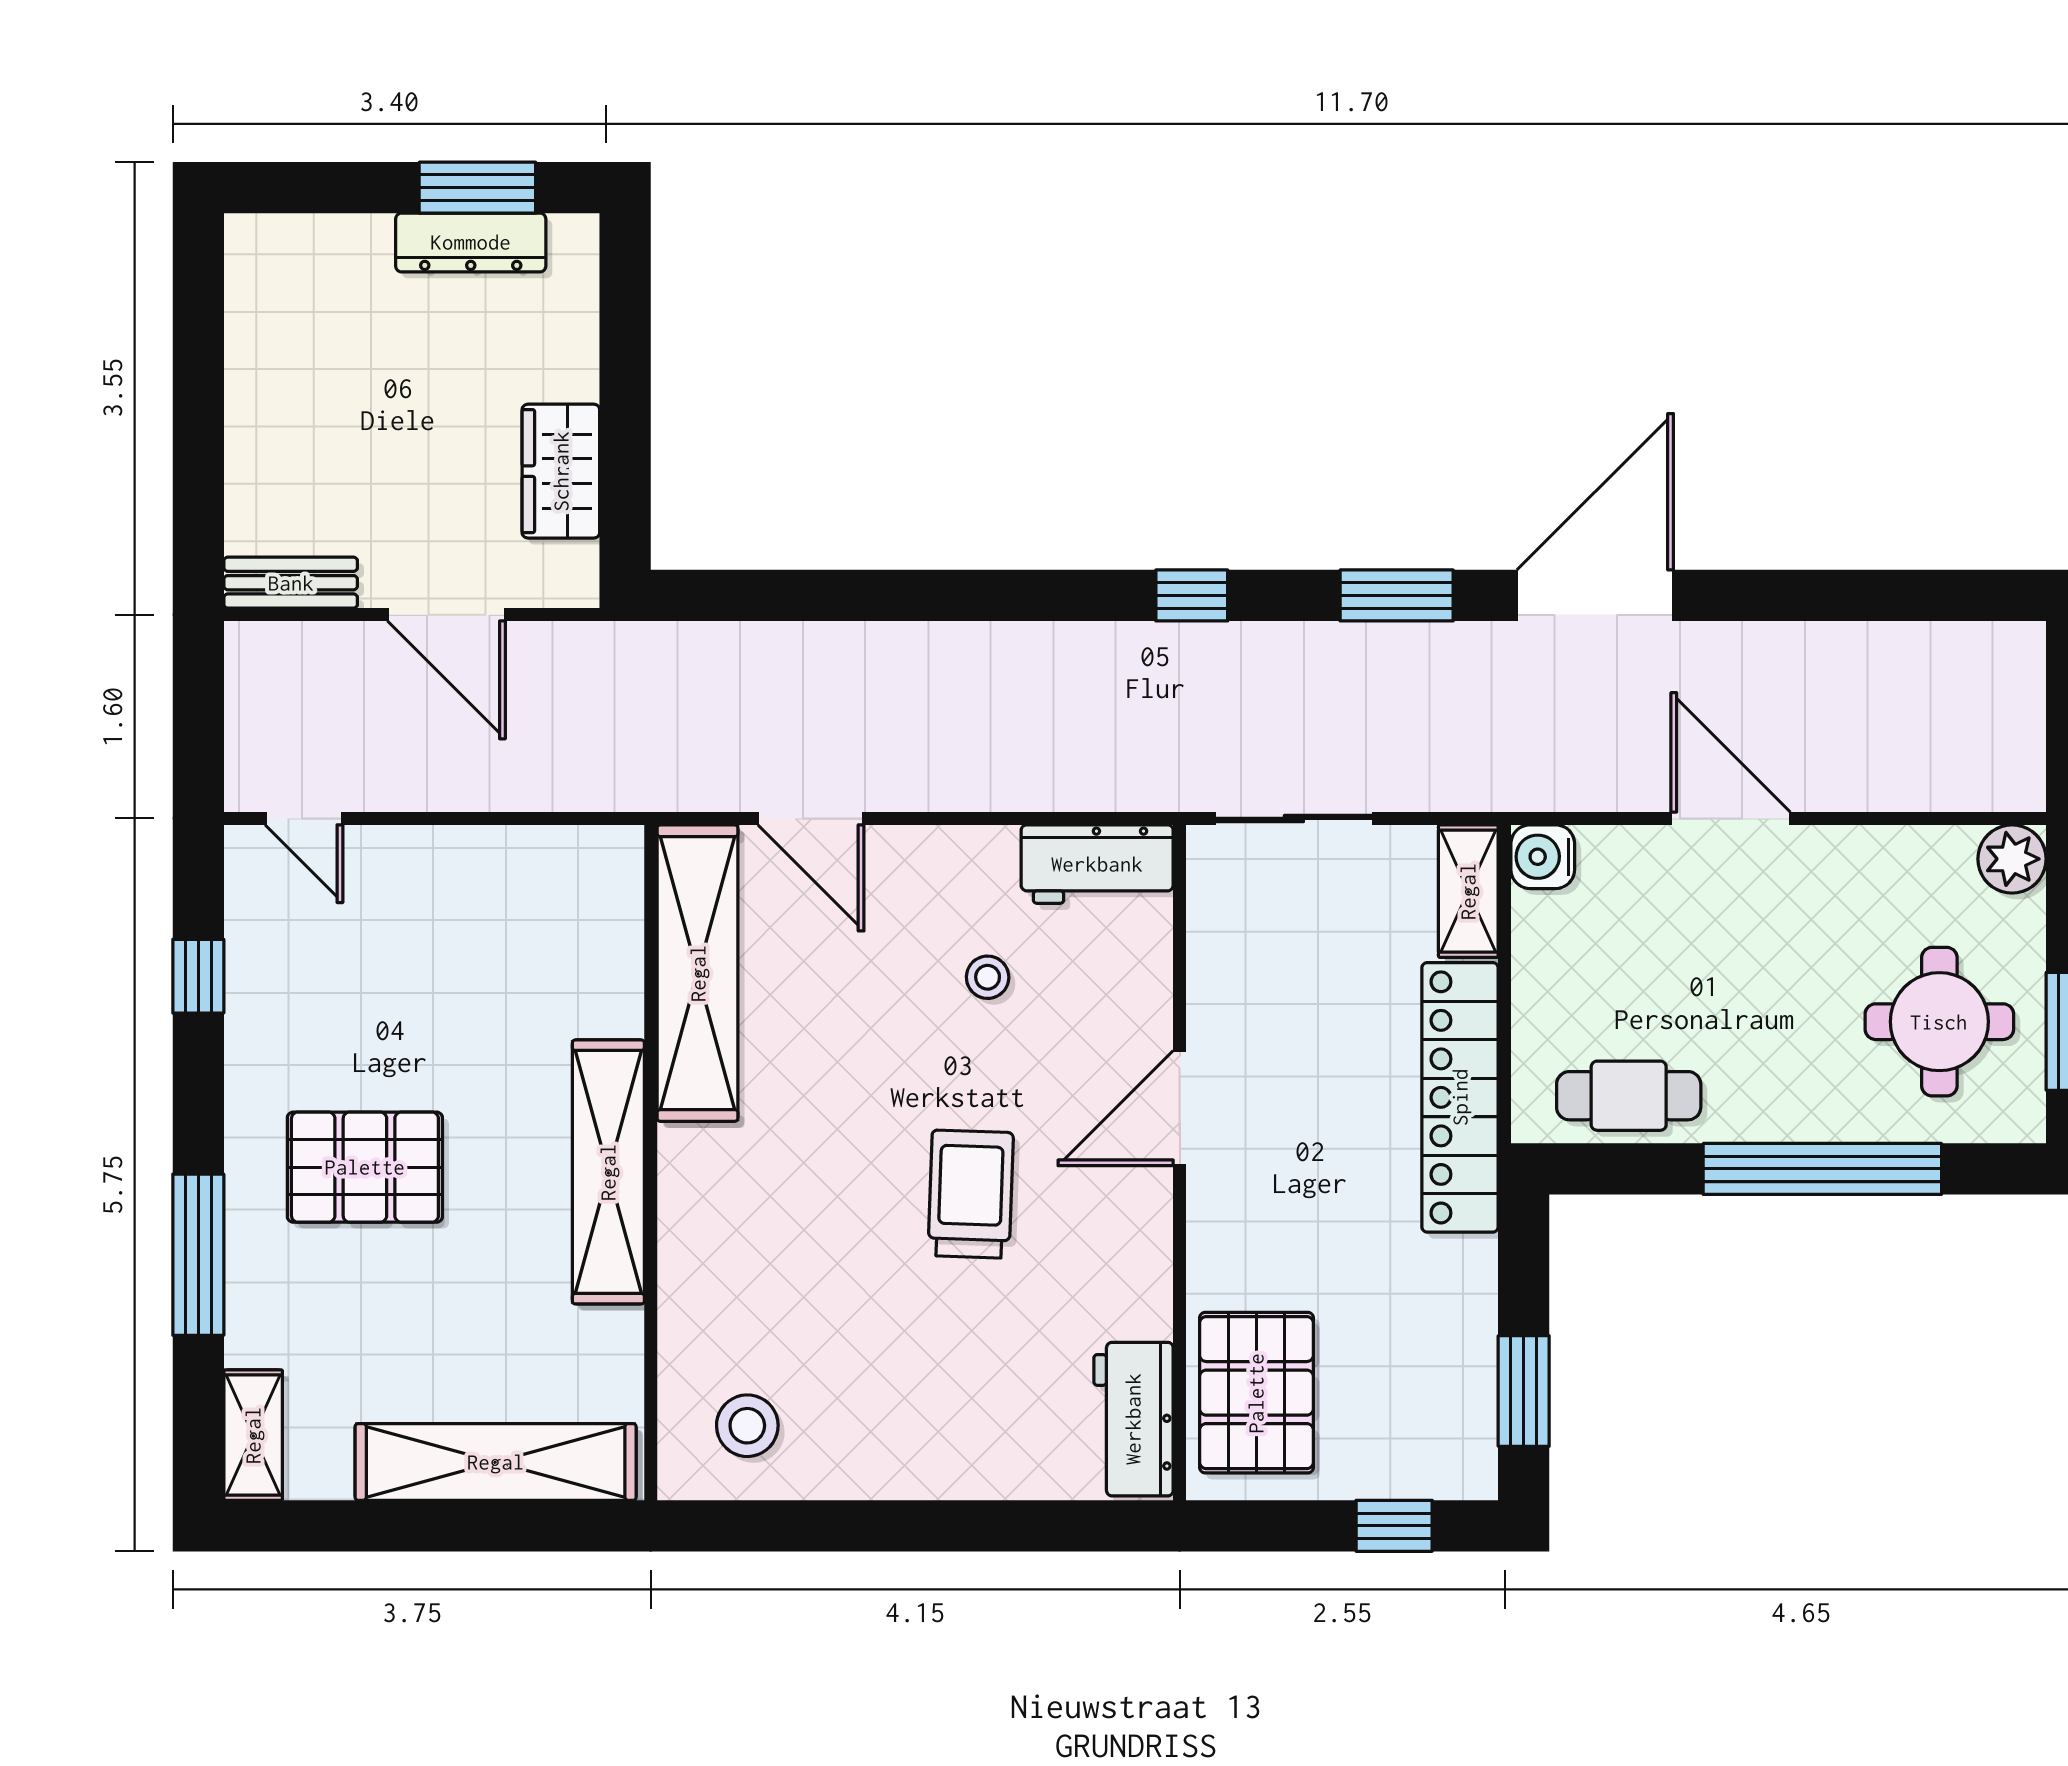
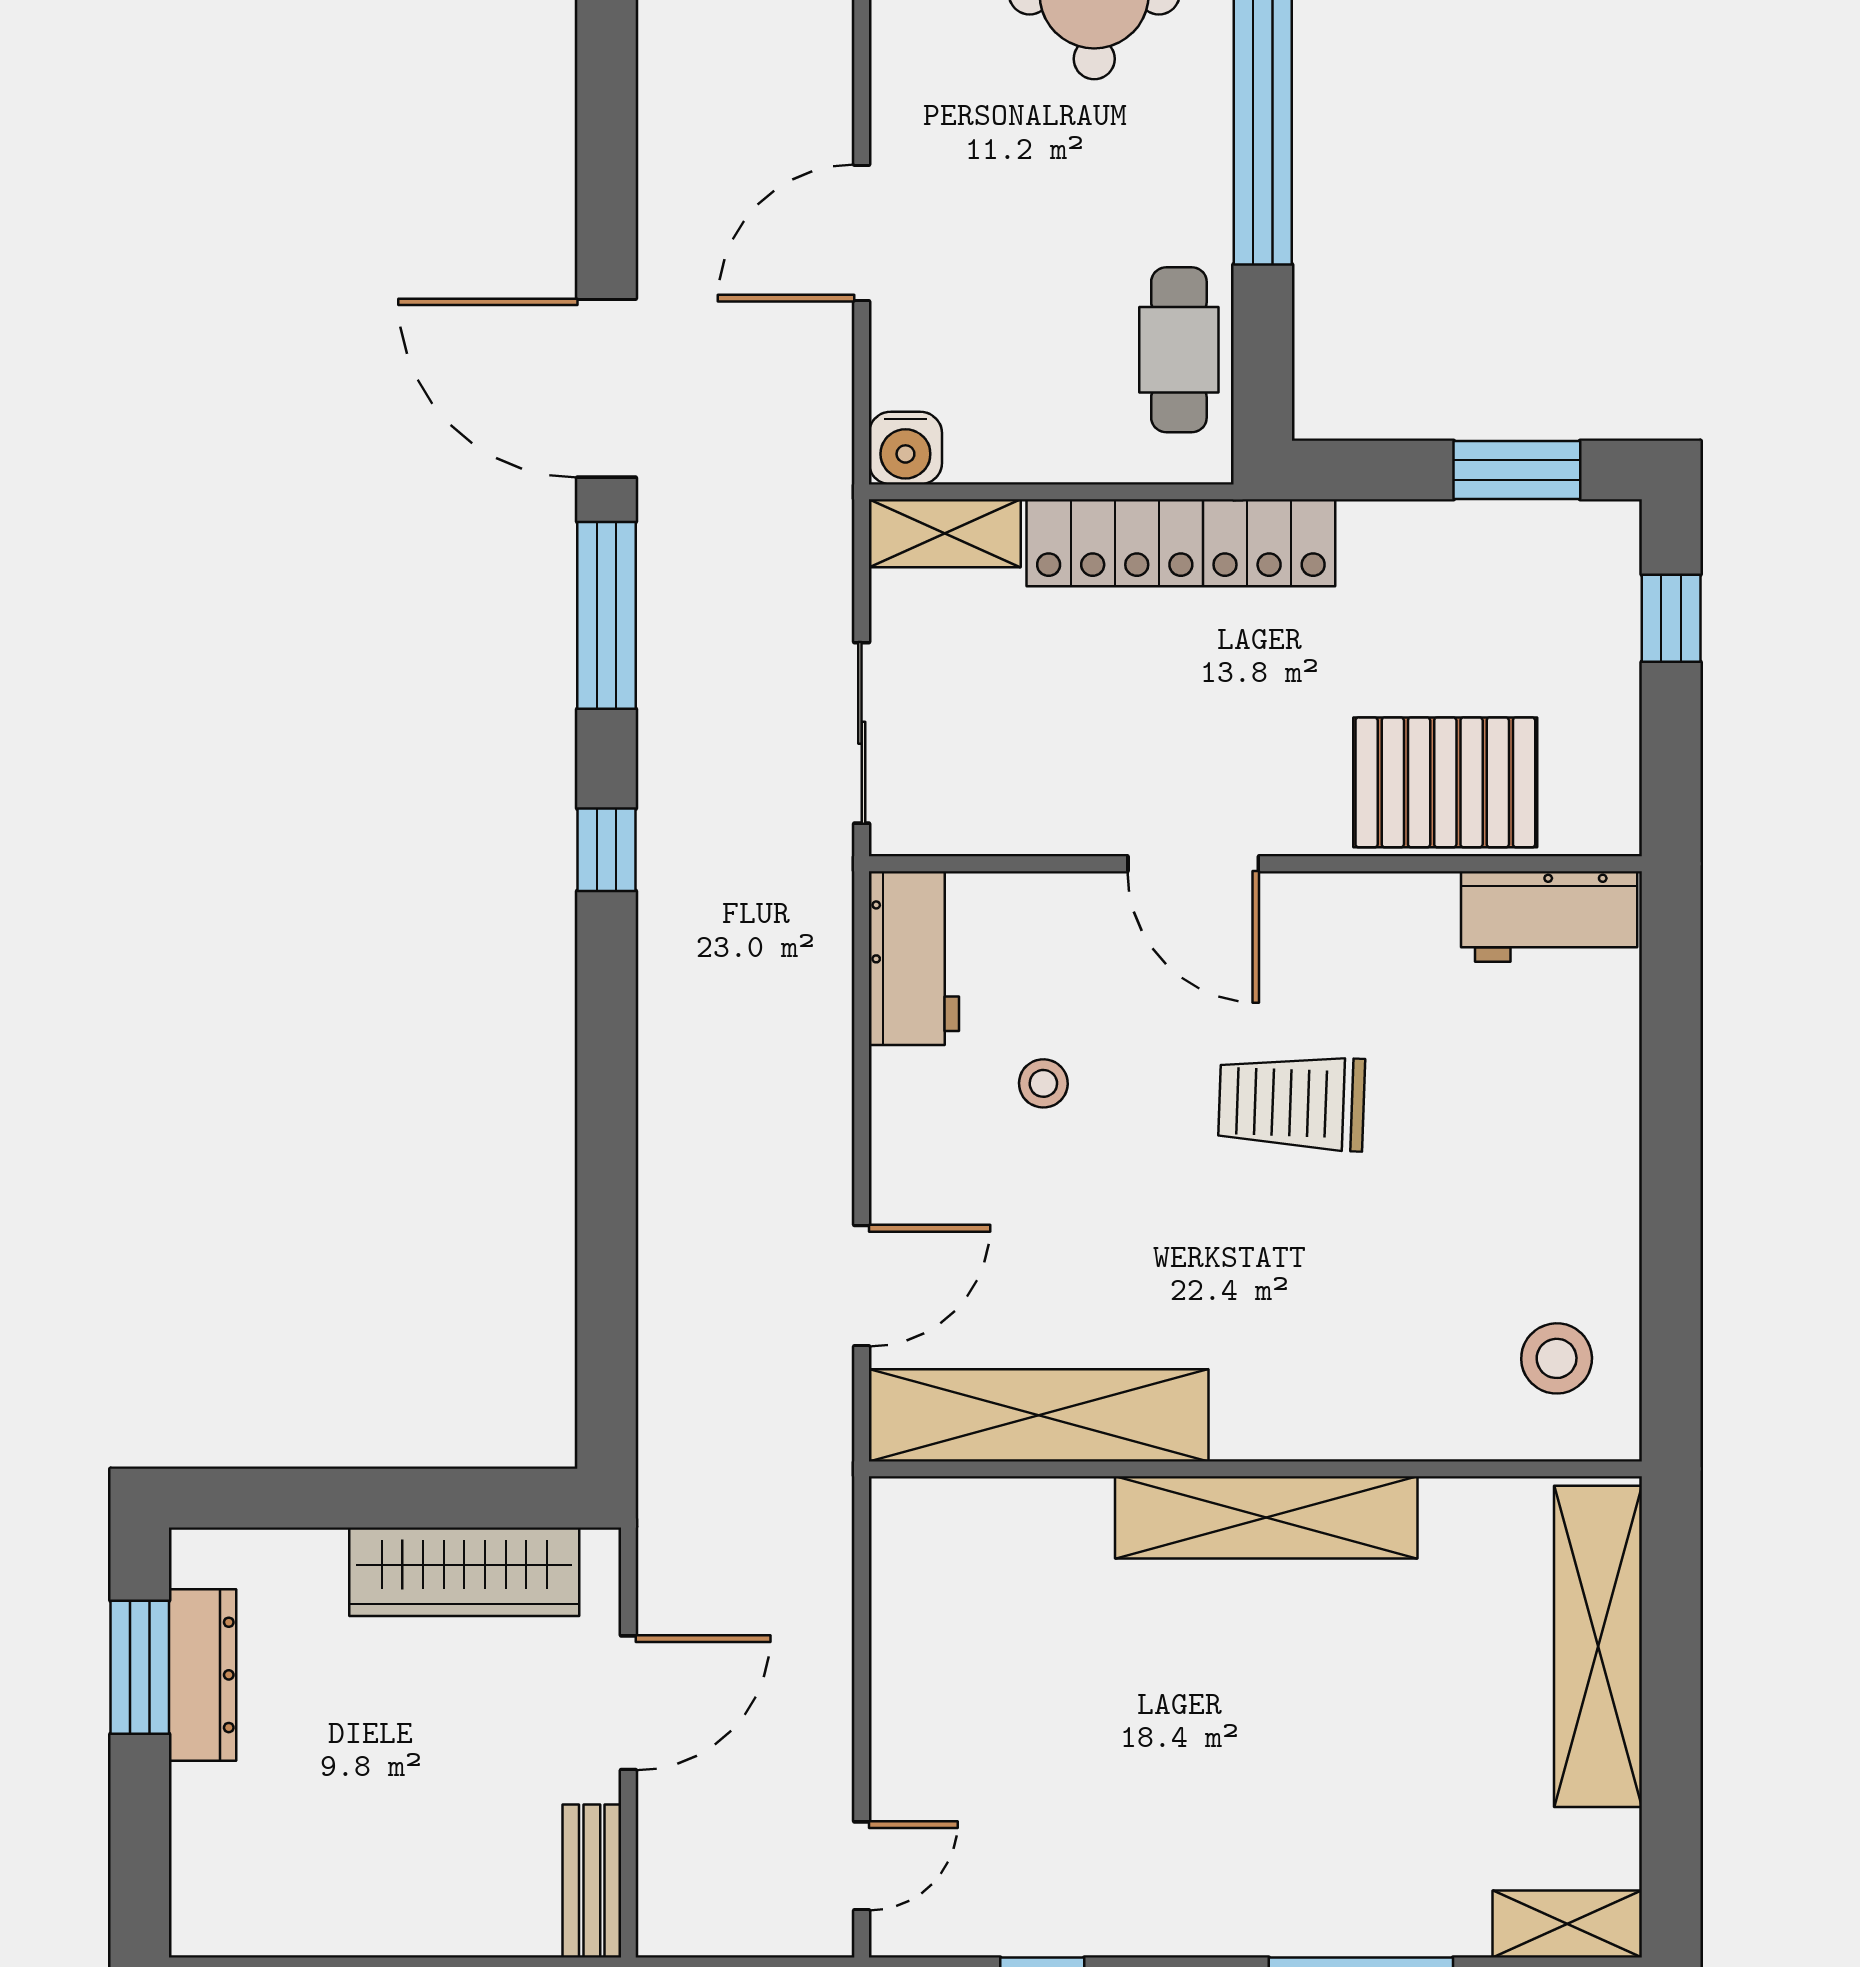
wardrobe: (561, 471) -> (464, 1572), width x1.50
window: (1397, 595) -> (606, 615), width x1.44
pallet: (365, 1167) -> (1261, 1796), removed
pallet: (1256, 1393) -> (1445, 782), moved

